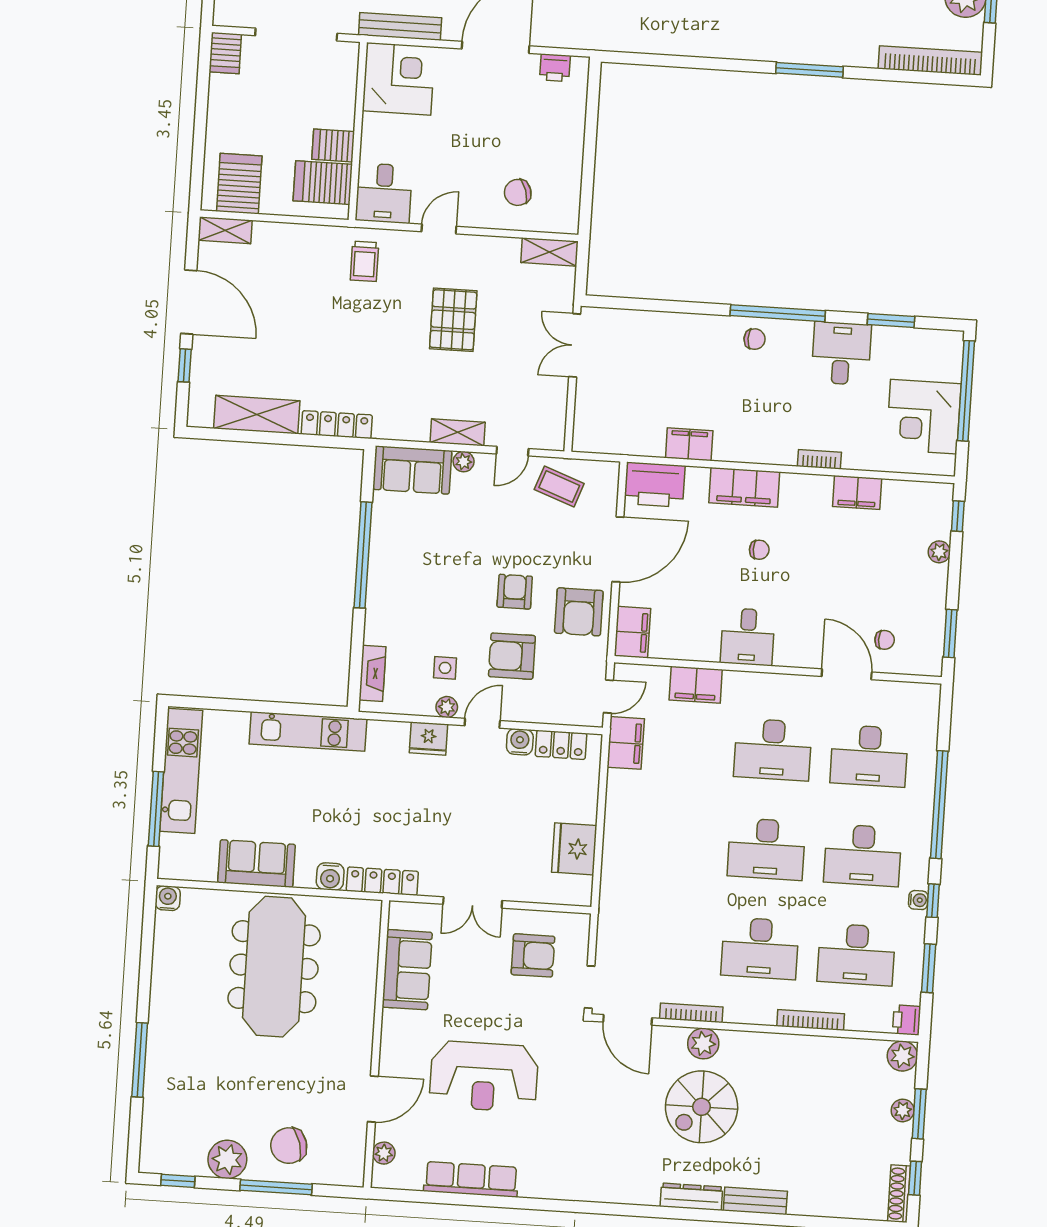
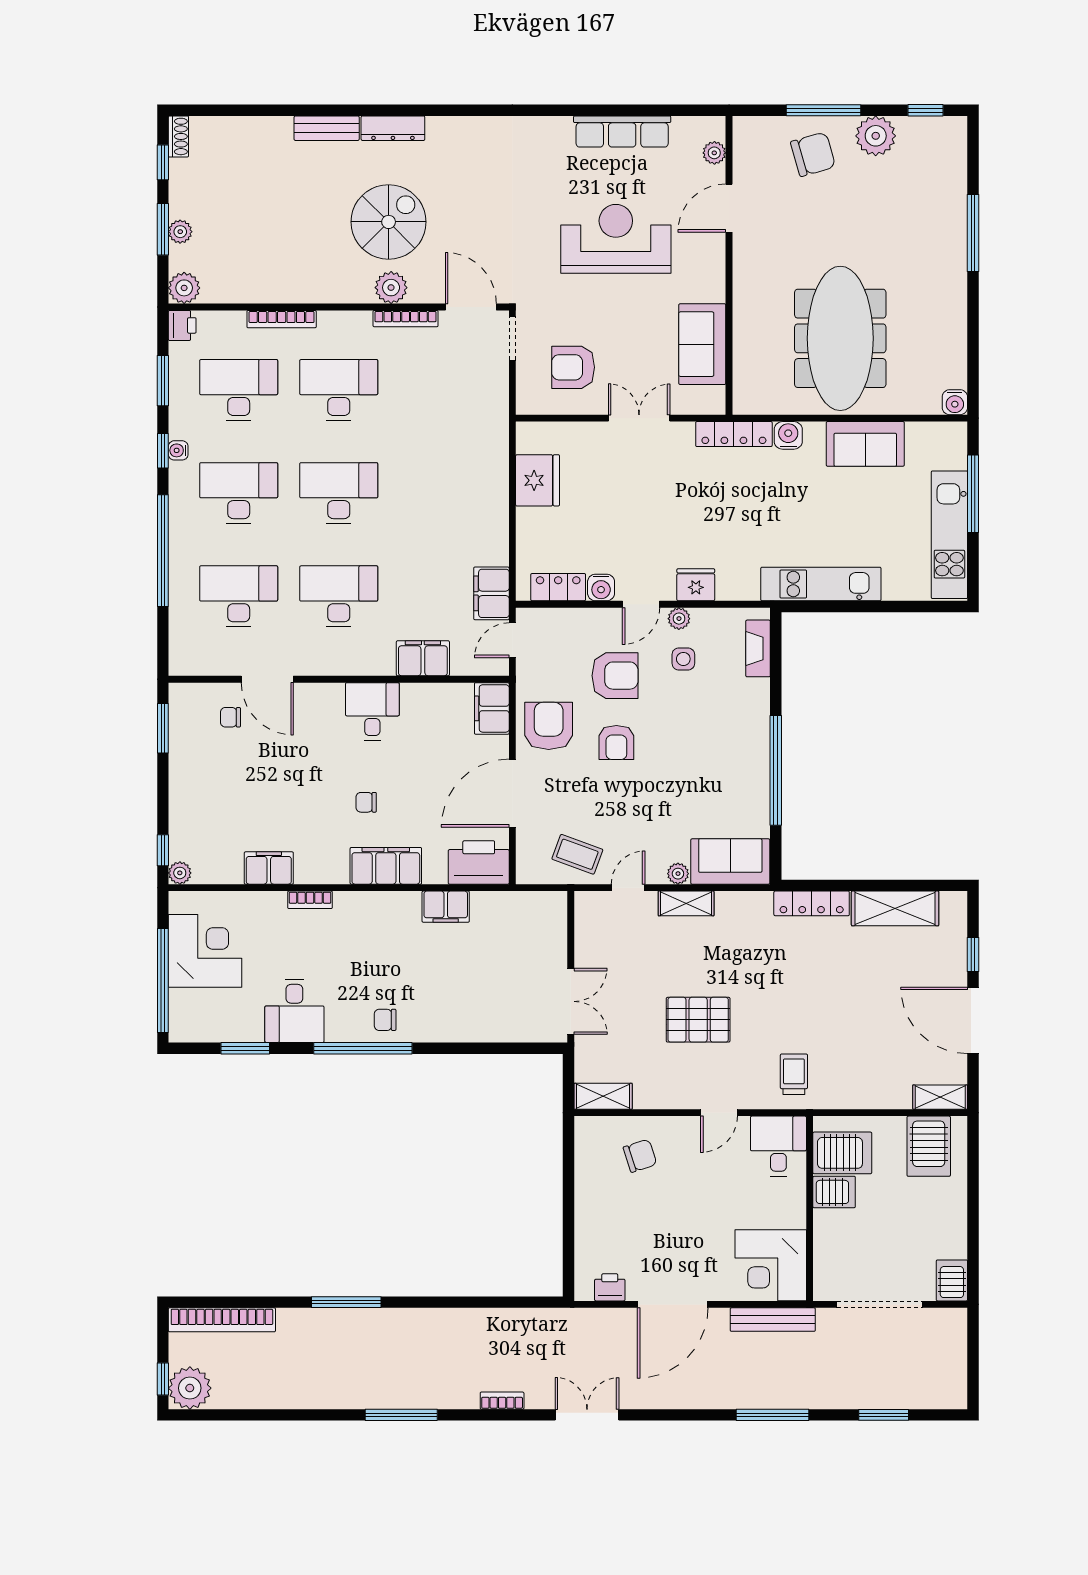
pallet: (453, 320) -> (698, 1020), turned 90
plant: (939, 552) -> (180, 873), moved
shoe rack: (899, 1194) -> (178, 136), width x0.70

